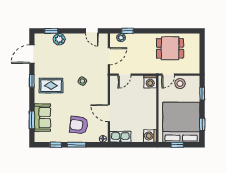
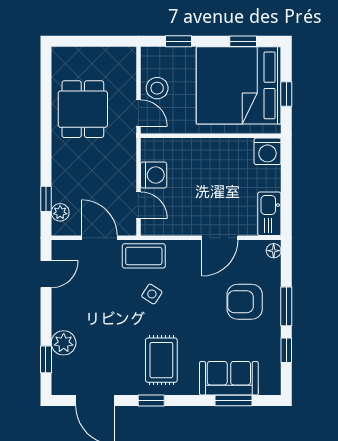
coffee table: (100, 77) -> (144, 256), added
washing machine: (150, 82) -> (154, 175), moved
armchair: (79, 125) -> (245, 302), turned 83

